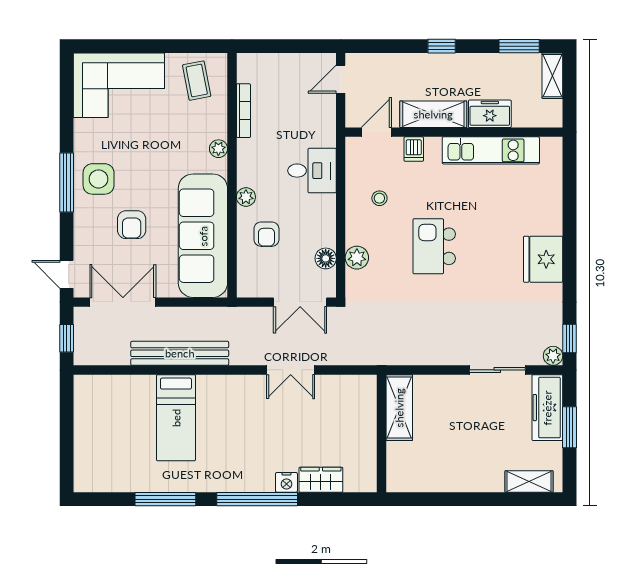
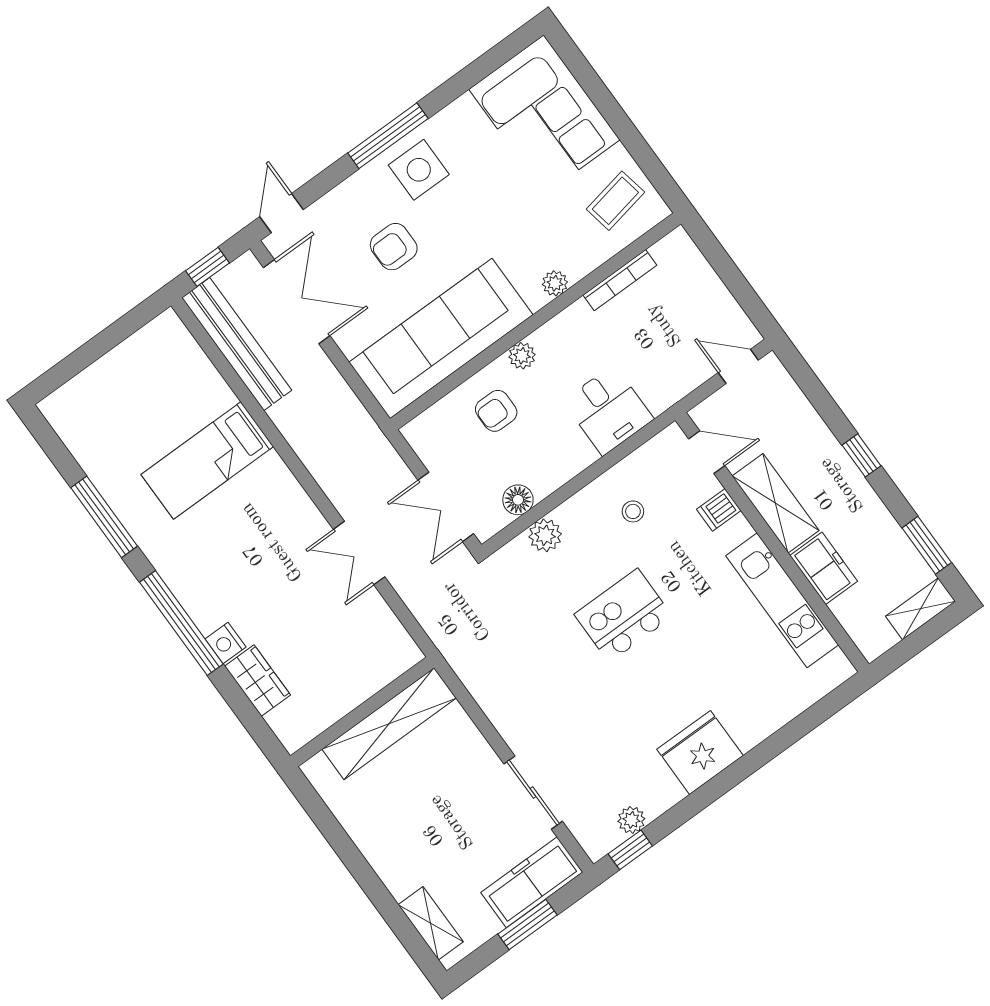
bench: (180, 353) -> (237, 344), moved
plant: (553, 356) -> (631, 820), moved
shelving: (399, 408) -> (389, 724), width x1.47

